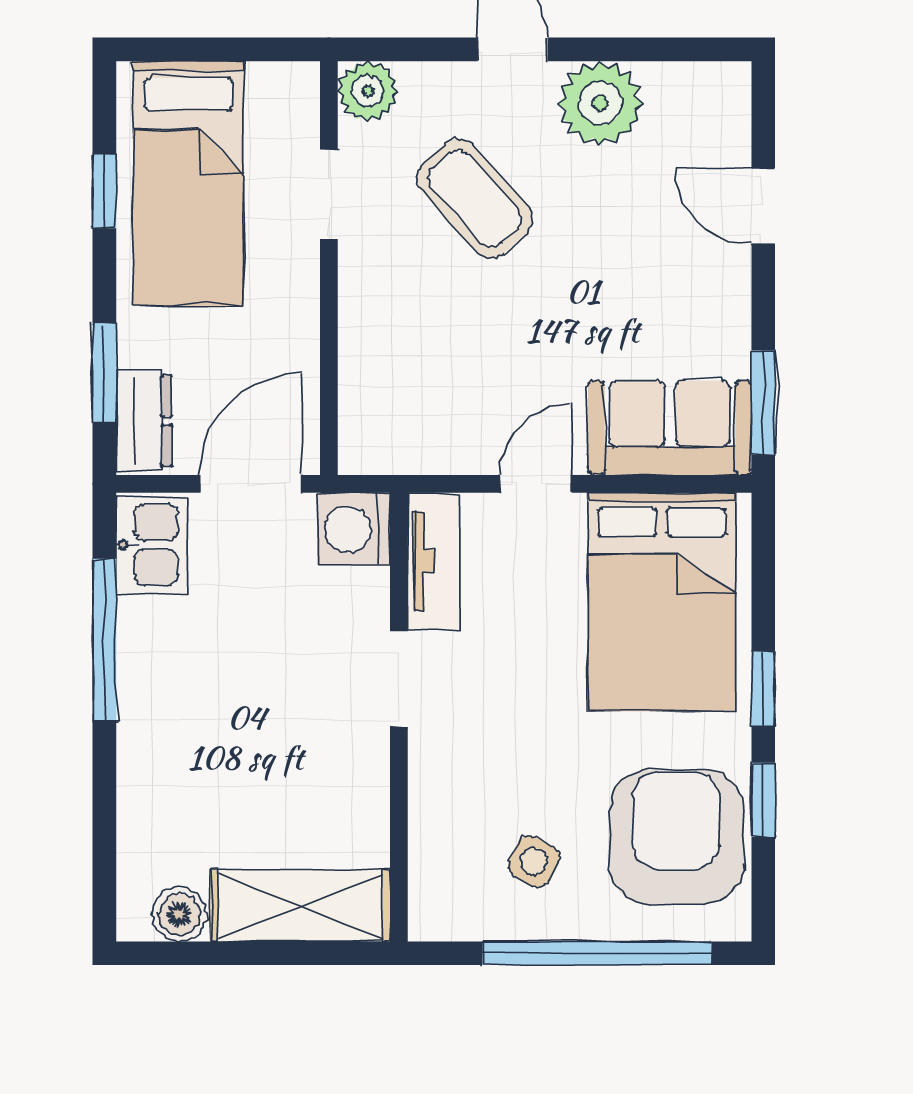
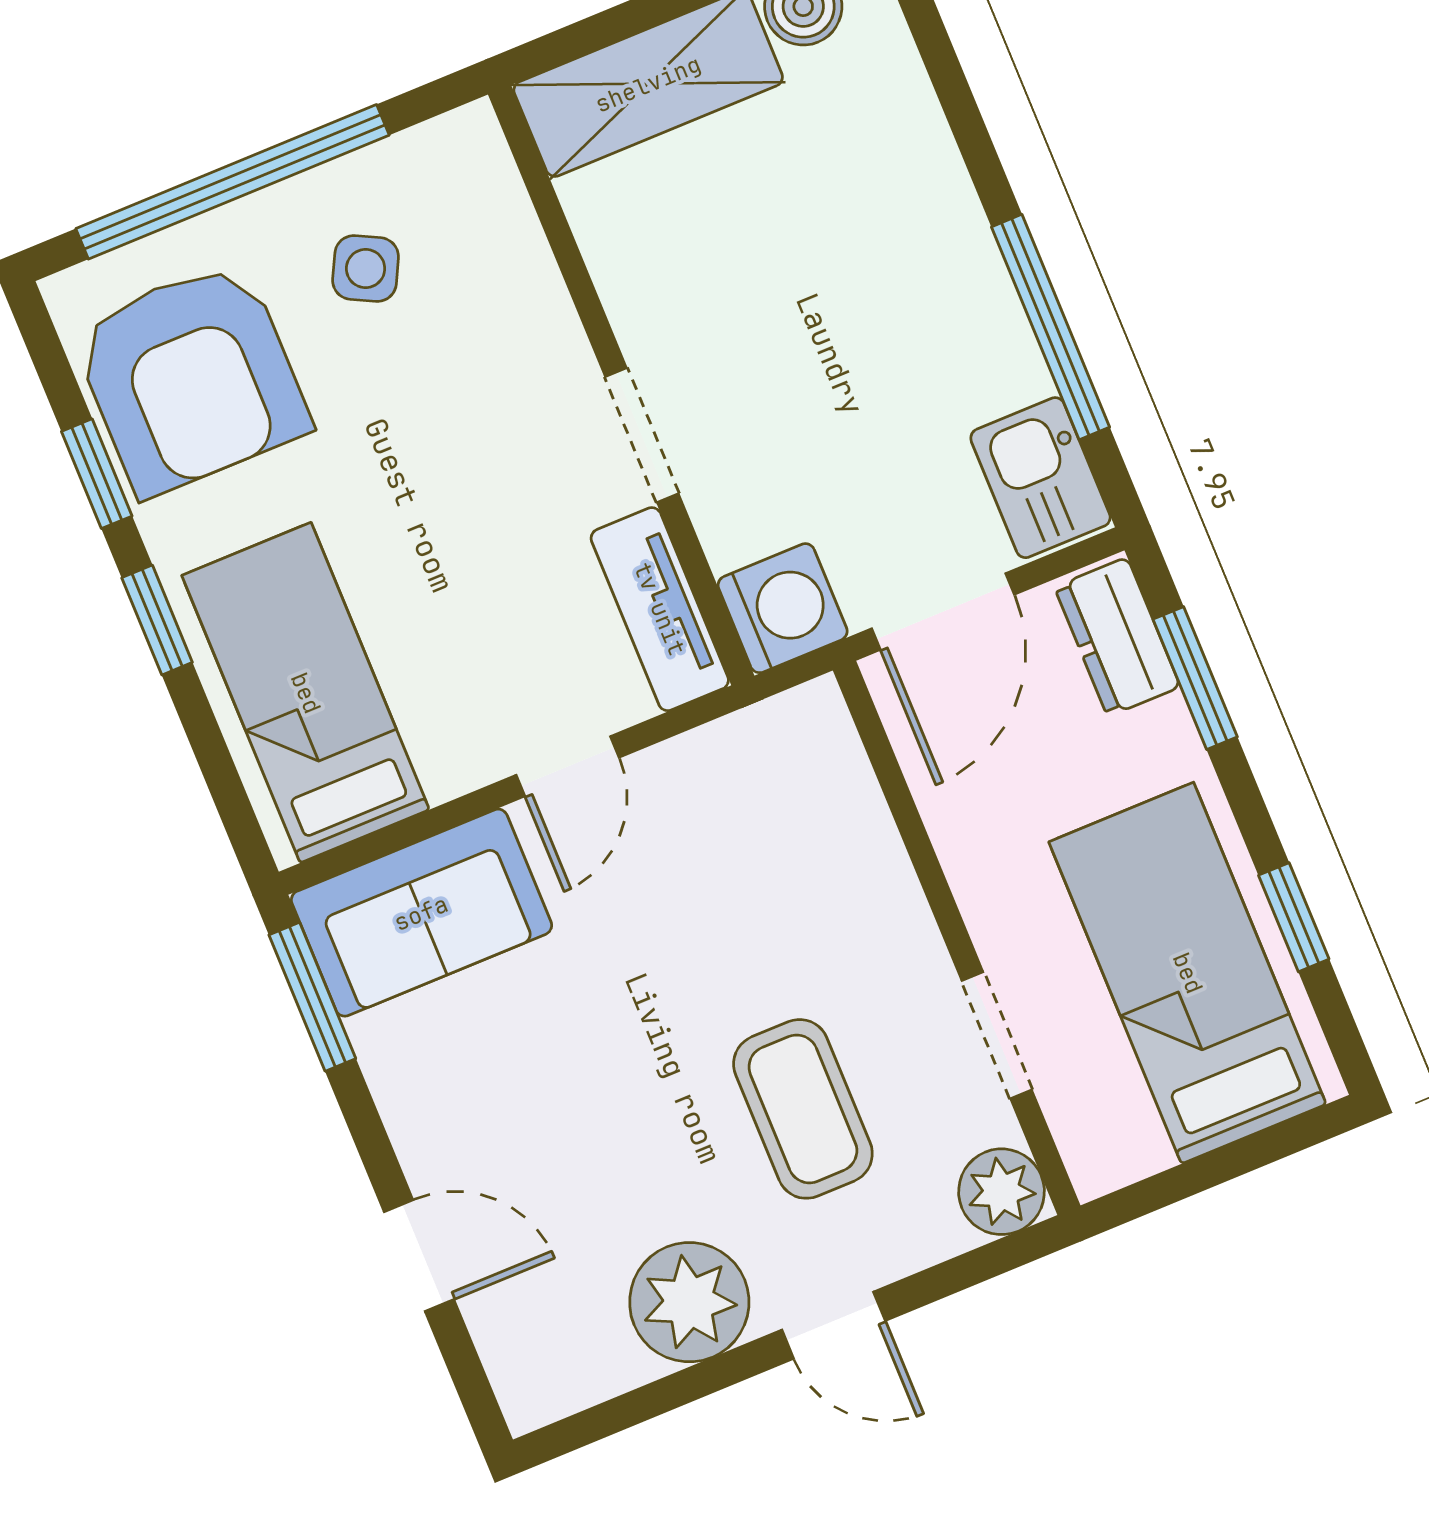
coffee table: (475, 198) -> (803, 1109), turned 42
bed: (662, 602) -> (306, 693), width x0.67

